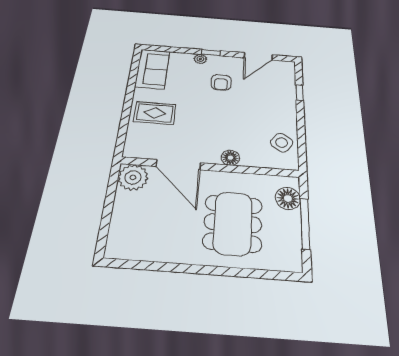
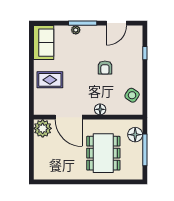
window: (211, 53) -> (83, 23), width x2.17
armchair: (221, 82) -> (105, 68), moved

